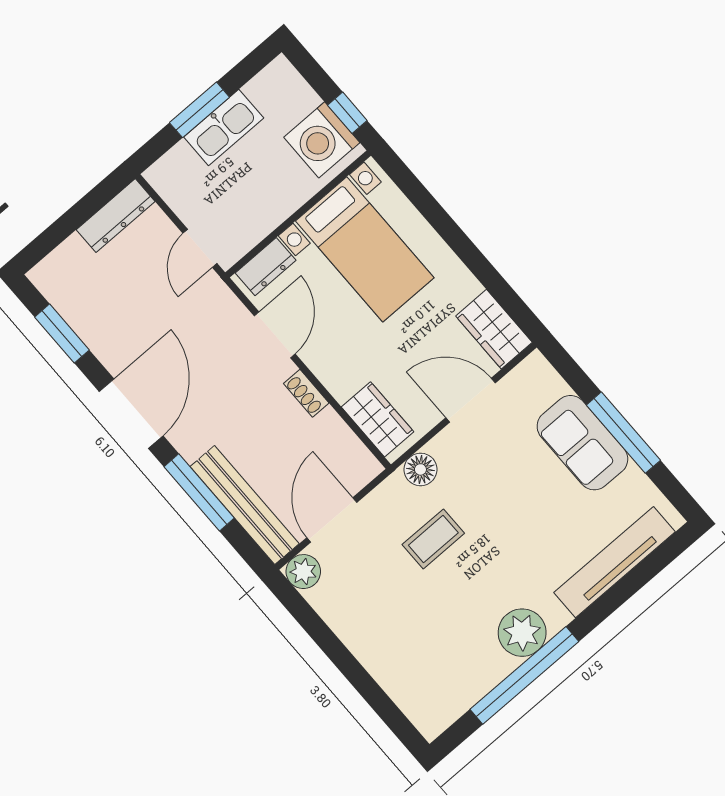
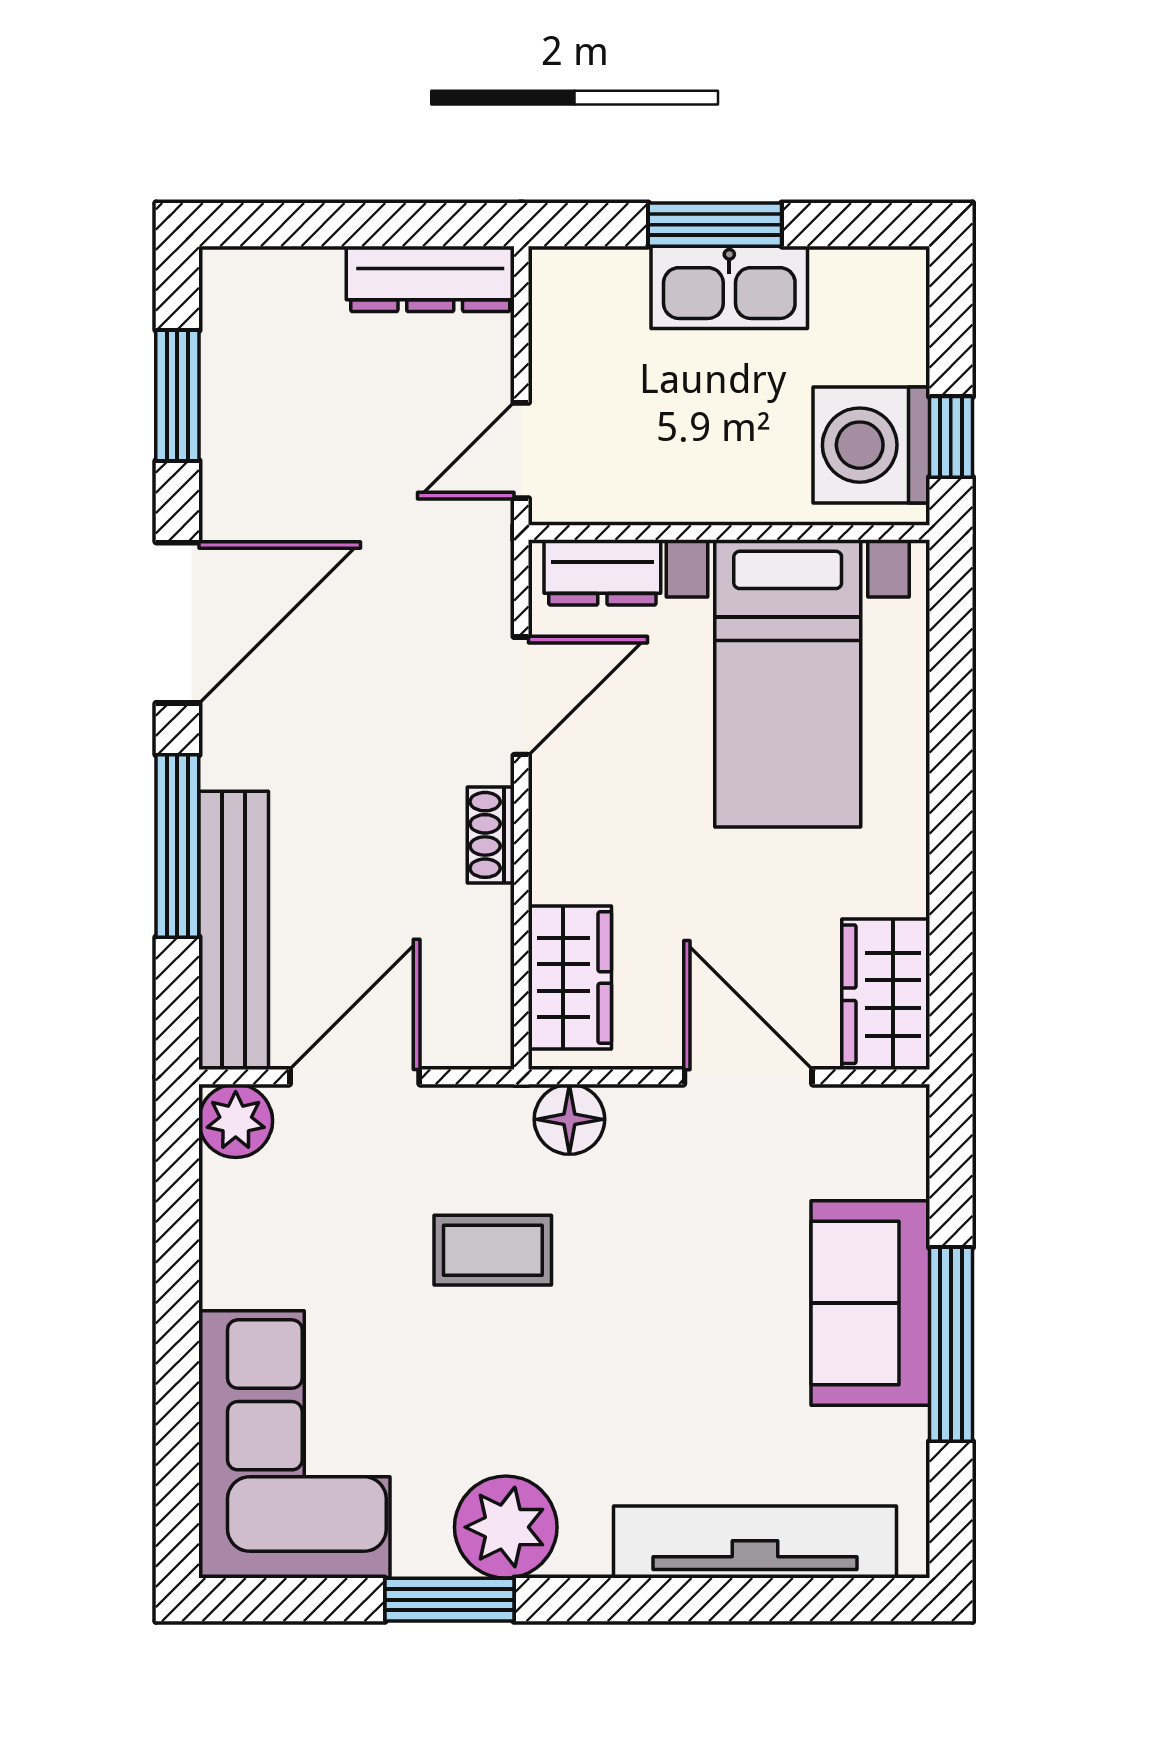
corner sofa: (422, 668) -> (294, 1444), added
window: (524, 675) -> (450, 1600), width x0.47

